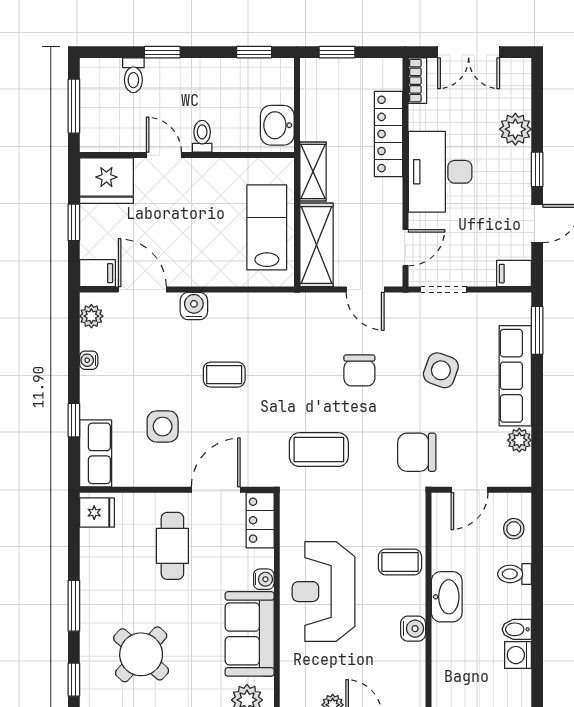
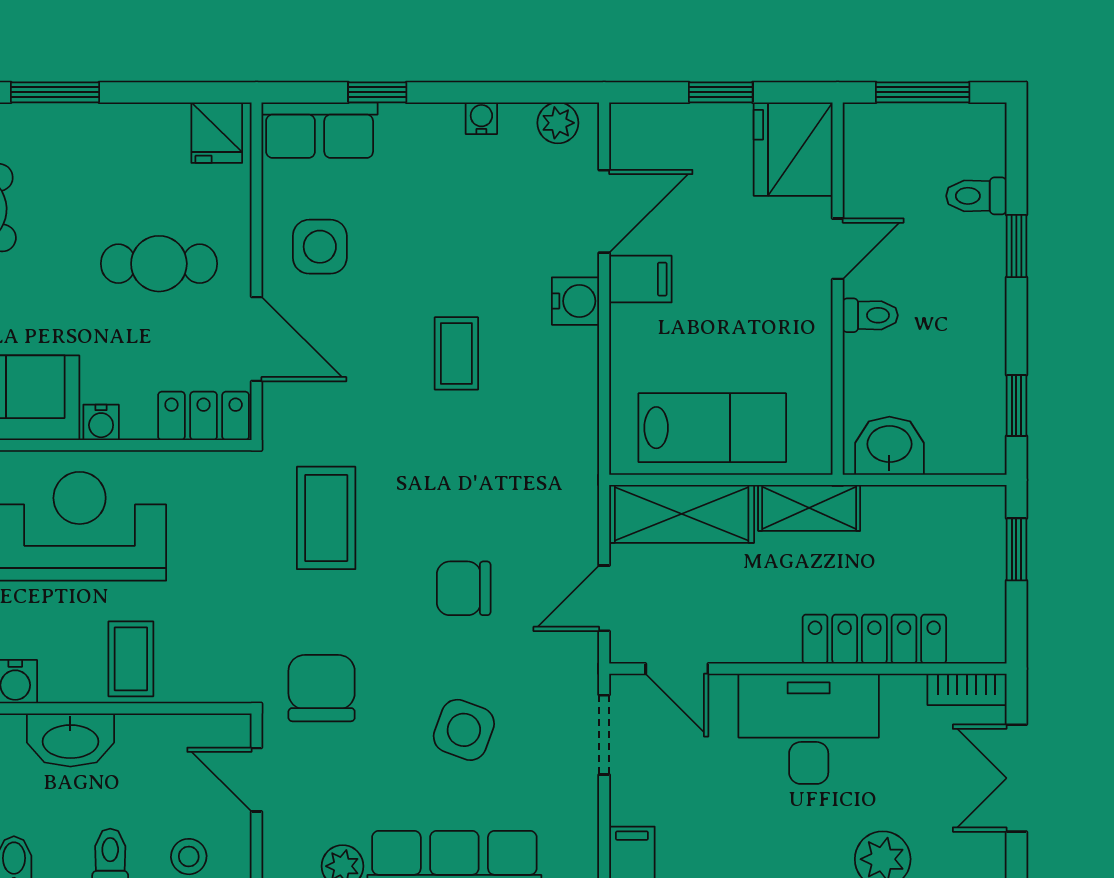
filing cabinet: (98, 273) -> (640, 279), moved, turned -90
side table: (163, 426) -> (320, 247), moved

